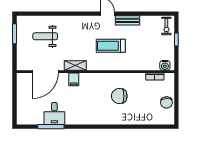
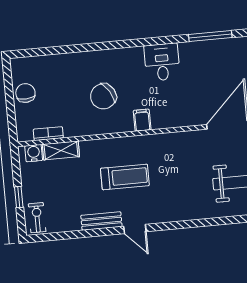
shelving: (75, 65) -> (61, 150), moved
filing cabinet: (74, 79) -> (142, 120), moved
chair: (119, 96) -> (103, 96), turned 149
desk: (54, 114) -> (162, 62), moved

